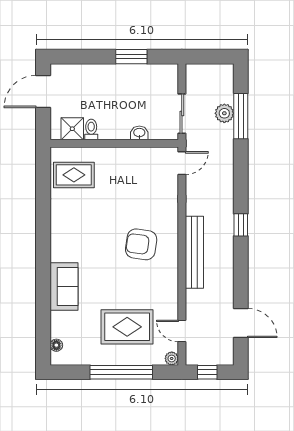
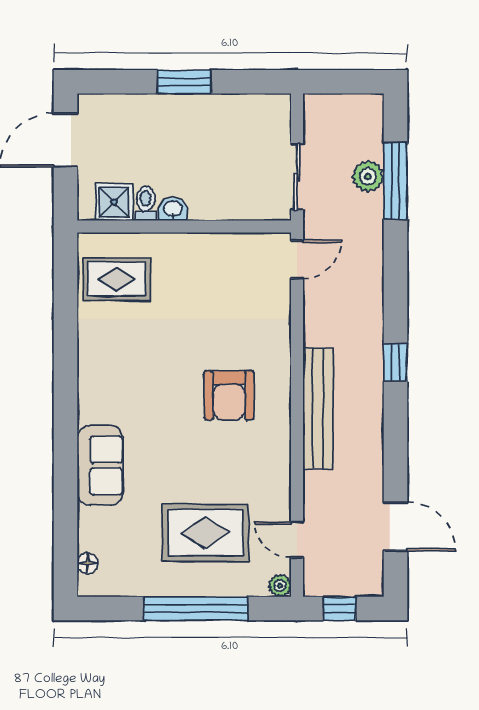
window: (131, 57) -> (184, 82), moved
washbasin: (139, 133) -> (173, 209), moved
armchair: (141, 244) -> (229, 395), turned -98

